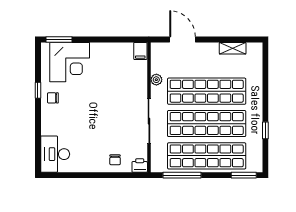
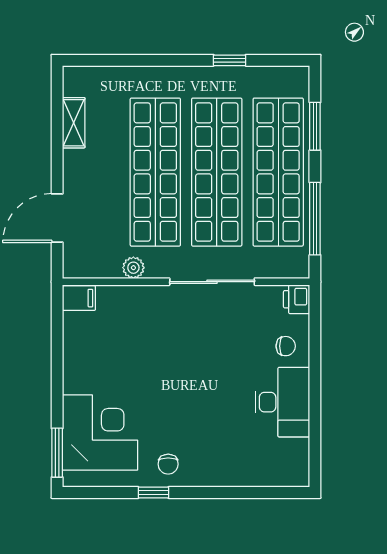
desk: (55, 154) -> (282, 402), moved, turned -90
window: (244, 175) -> (315, 126), moved

